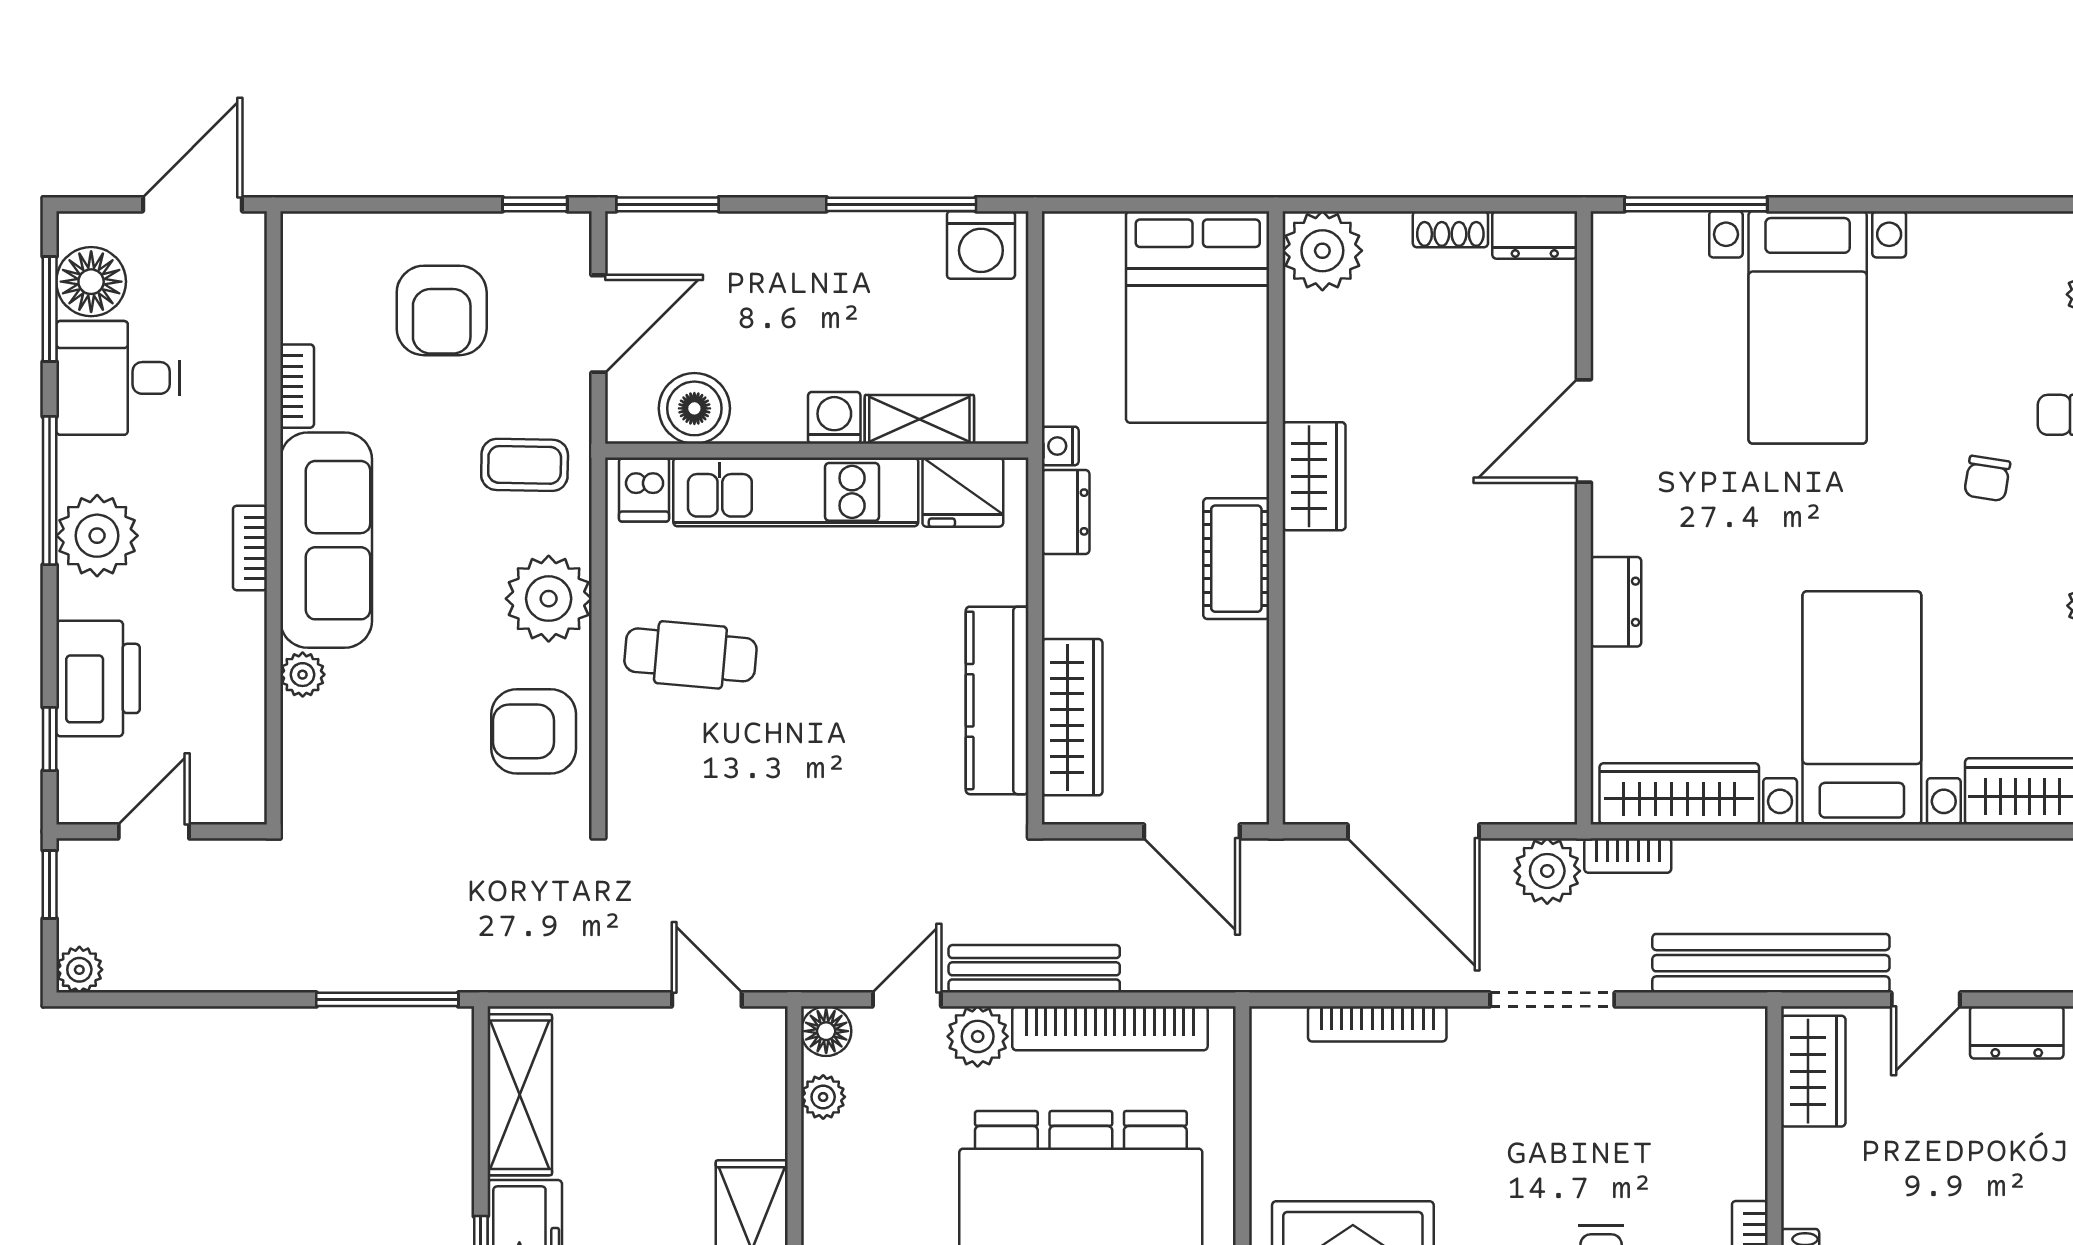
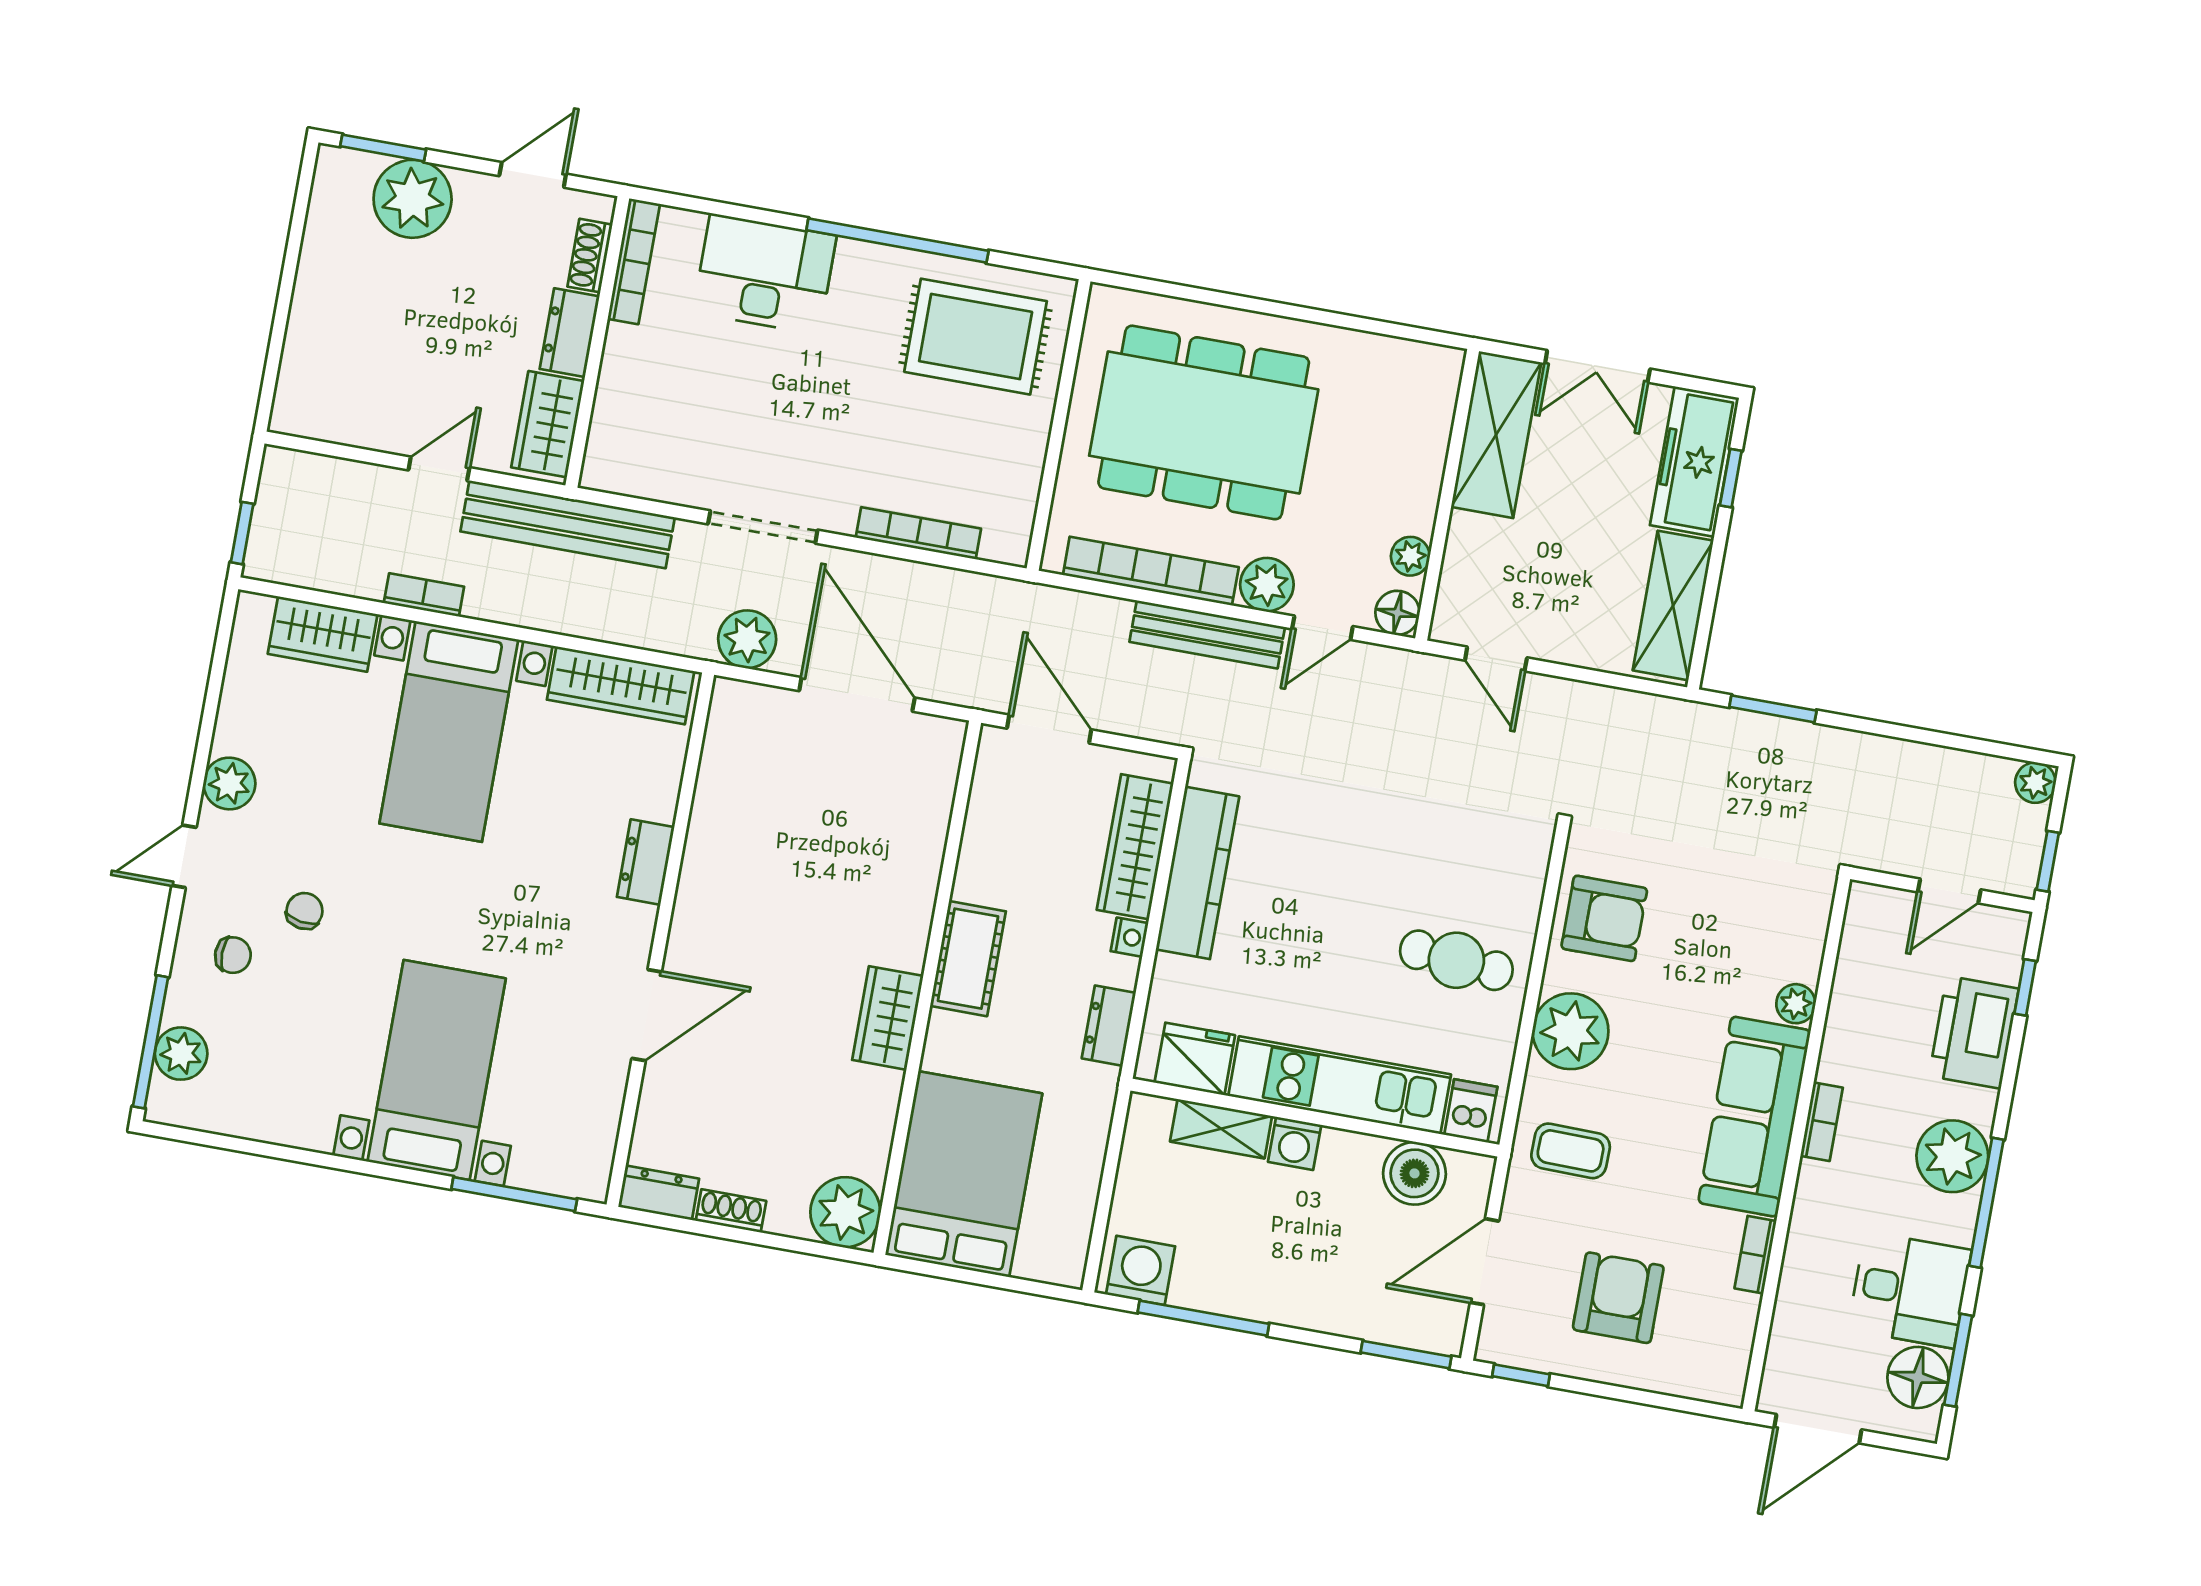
nightstand: (1060, 446) -> (1129, 937), moved
bookcase: (1628, 855) -> (424, 595), moved
window: (387, 999) -> (1773, 709), width x0.69
dresser: (2017, 1032) -> (570, 333), moved, turned -90

